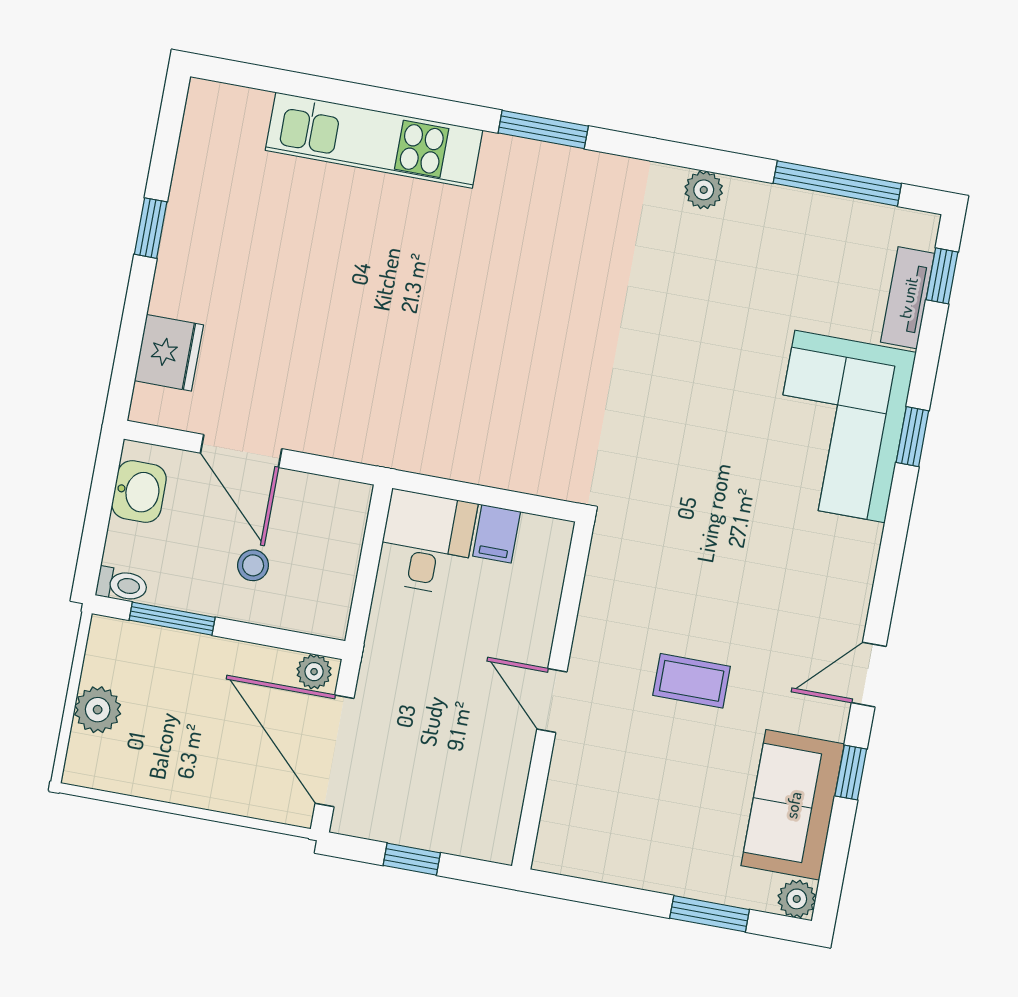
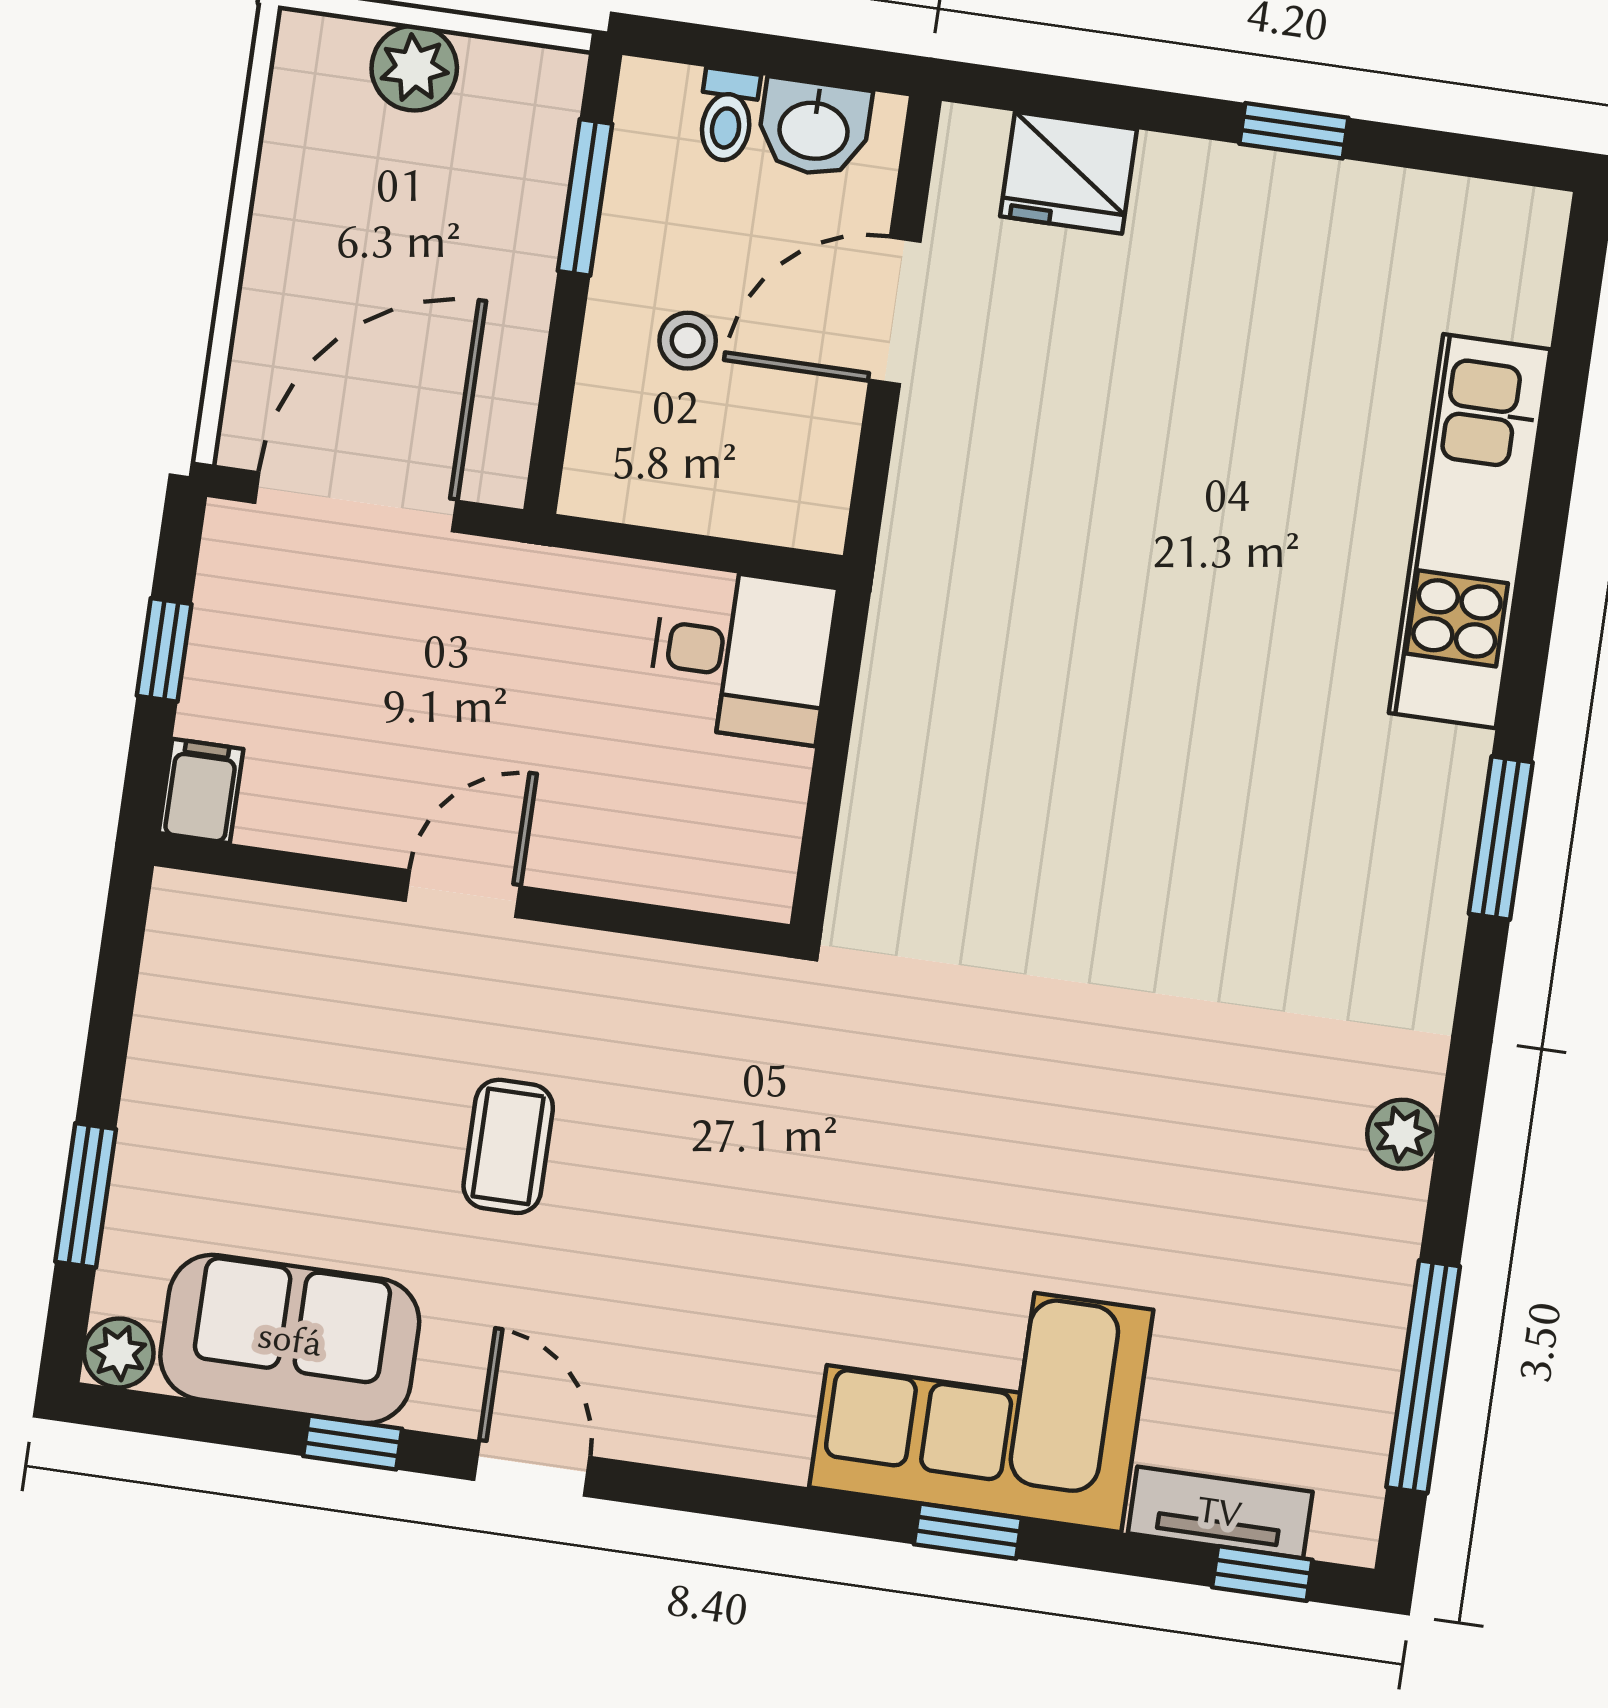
filing cabinet: (497, 534) -> (201, 791), moved, turned 90
toilet: (122, 585) -> (727, 115), moved
plant: (314, 672) -> (498, 459), removed

